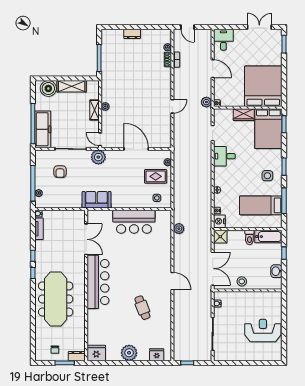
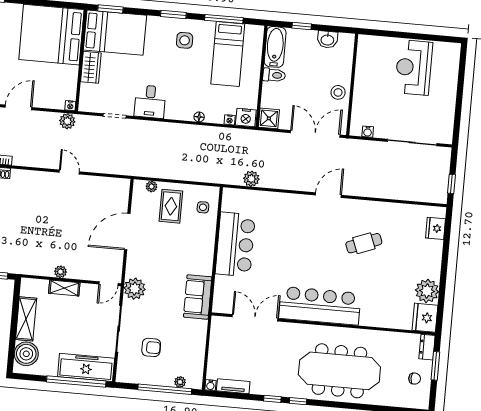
plant: (129, 353) -> (427, 291), moved

